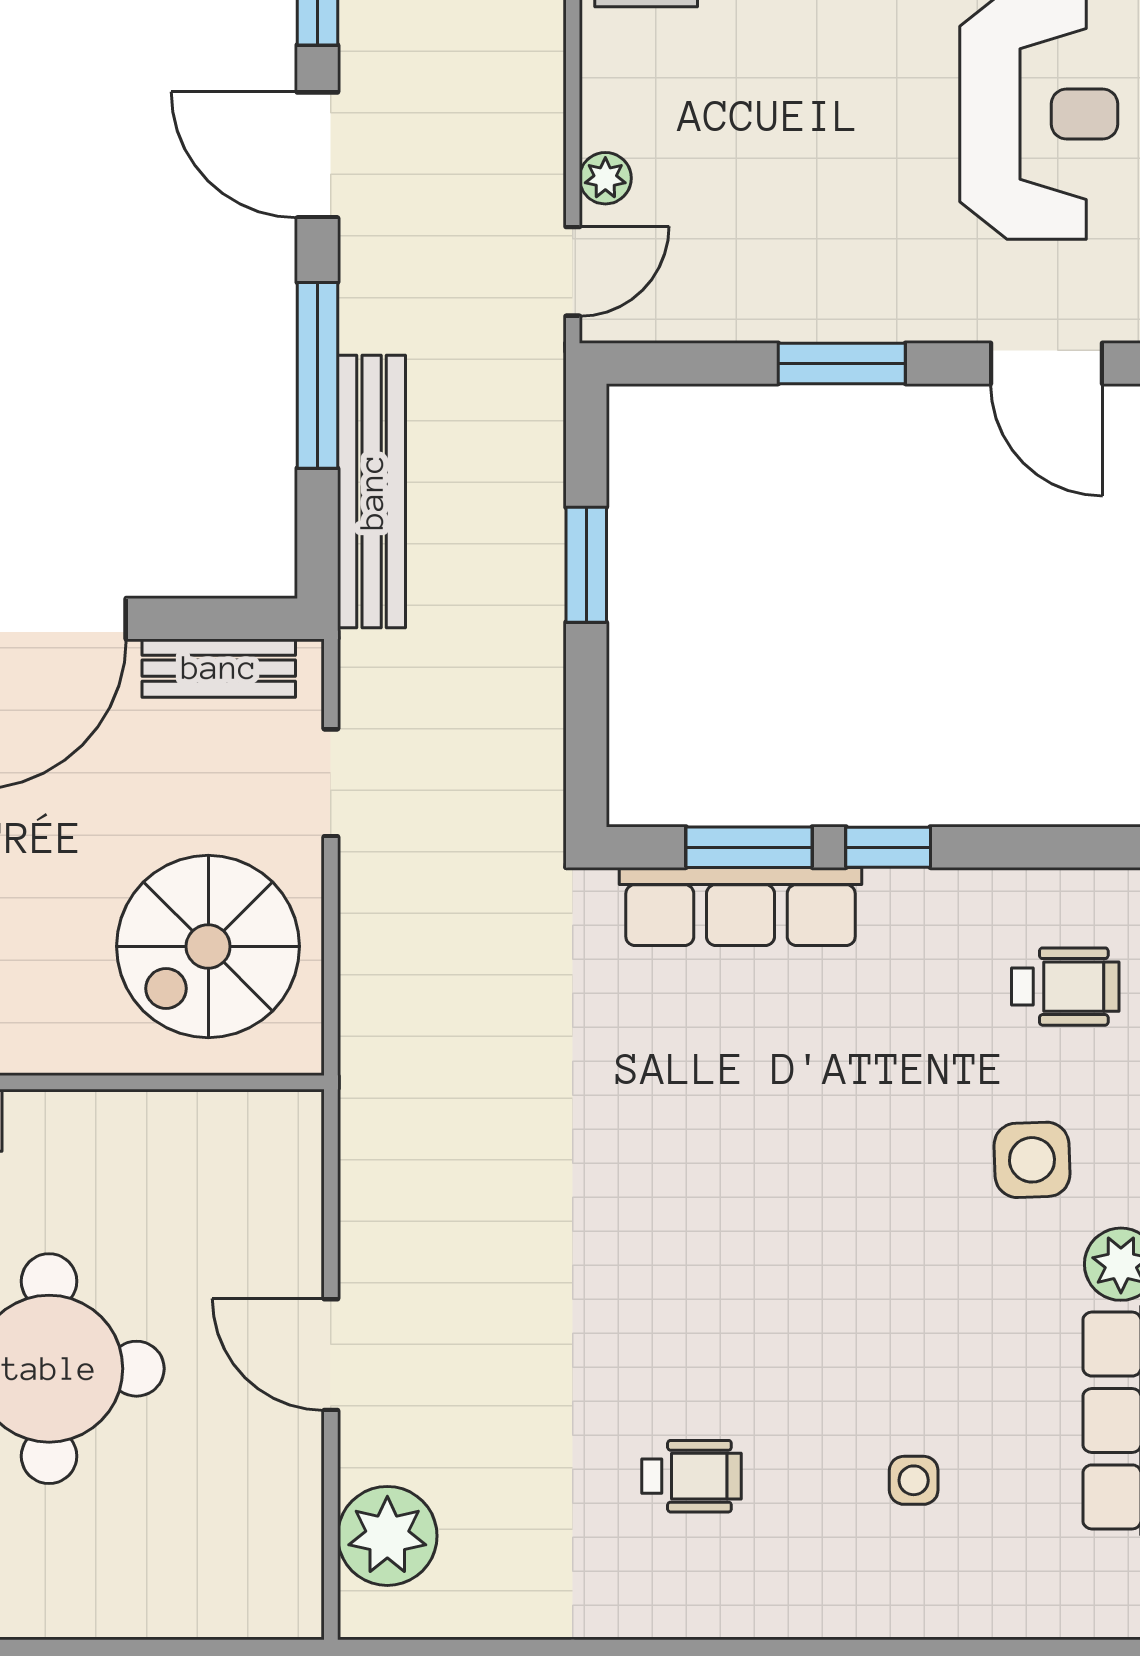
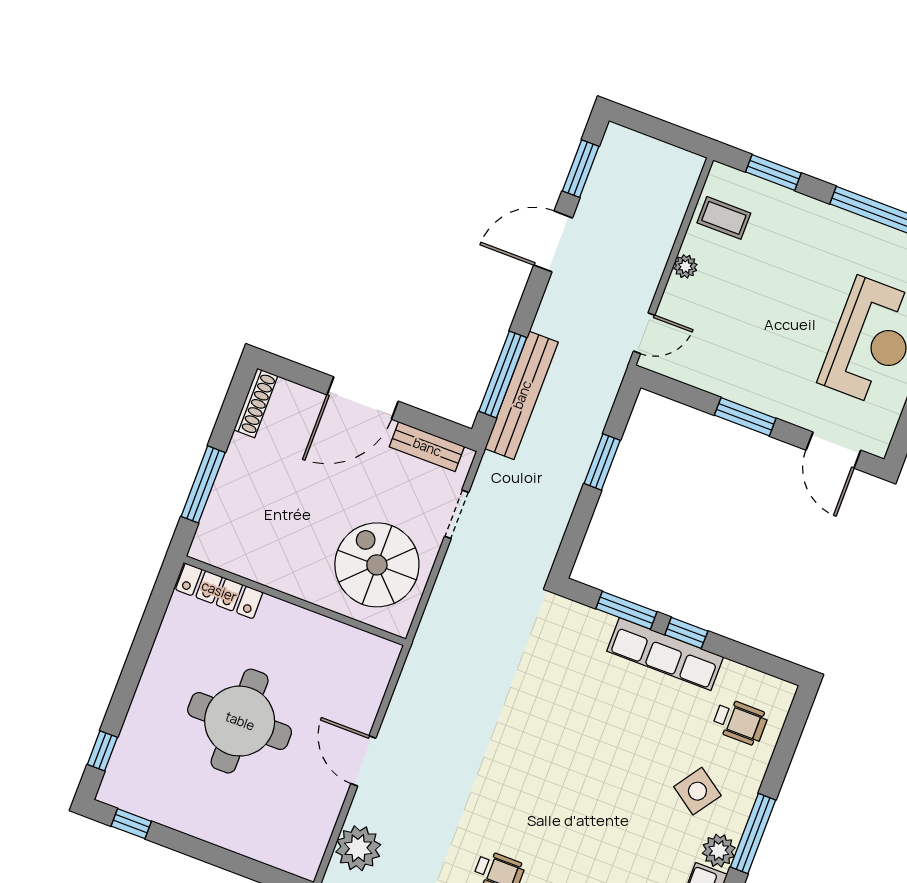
door: (317, 155) -> (553, 241), hinge flipped
plant: (605, 178) -> (685, 266), moved
window: (317, 375) -> (503, 374), moved
row of seats: (741, 906) -> (665, 654), moved
spiral stairs: (208, 946) -> (377, 565), turned 90
side table: (1032, 1160) -> (697, 791), turned 37

